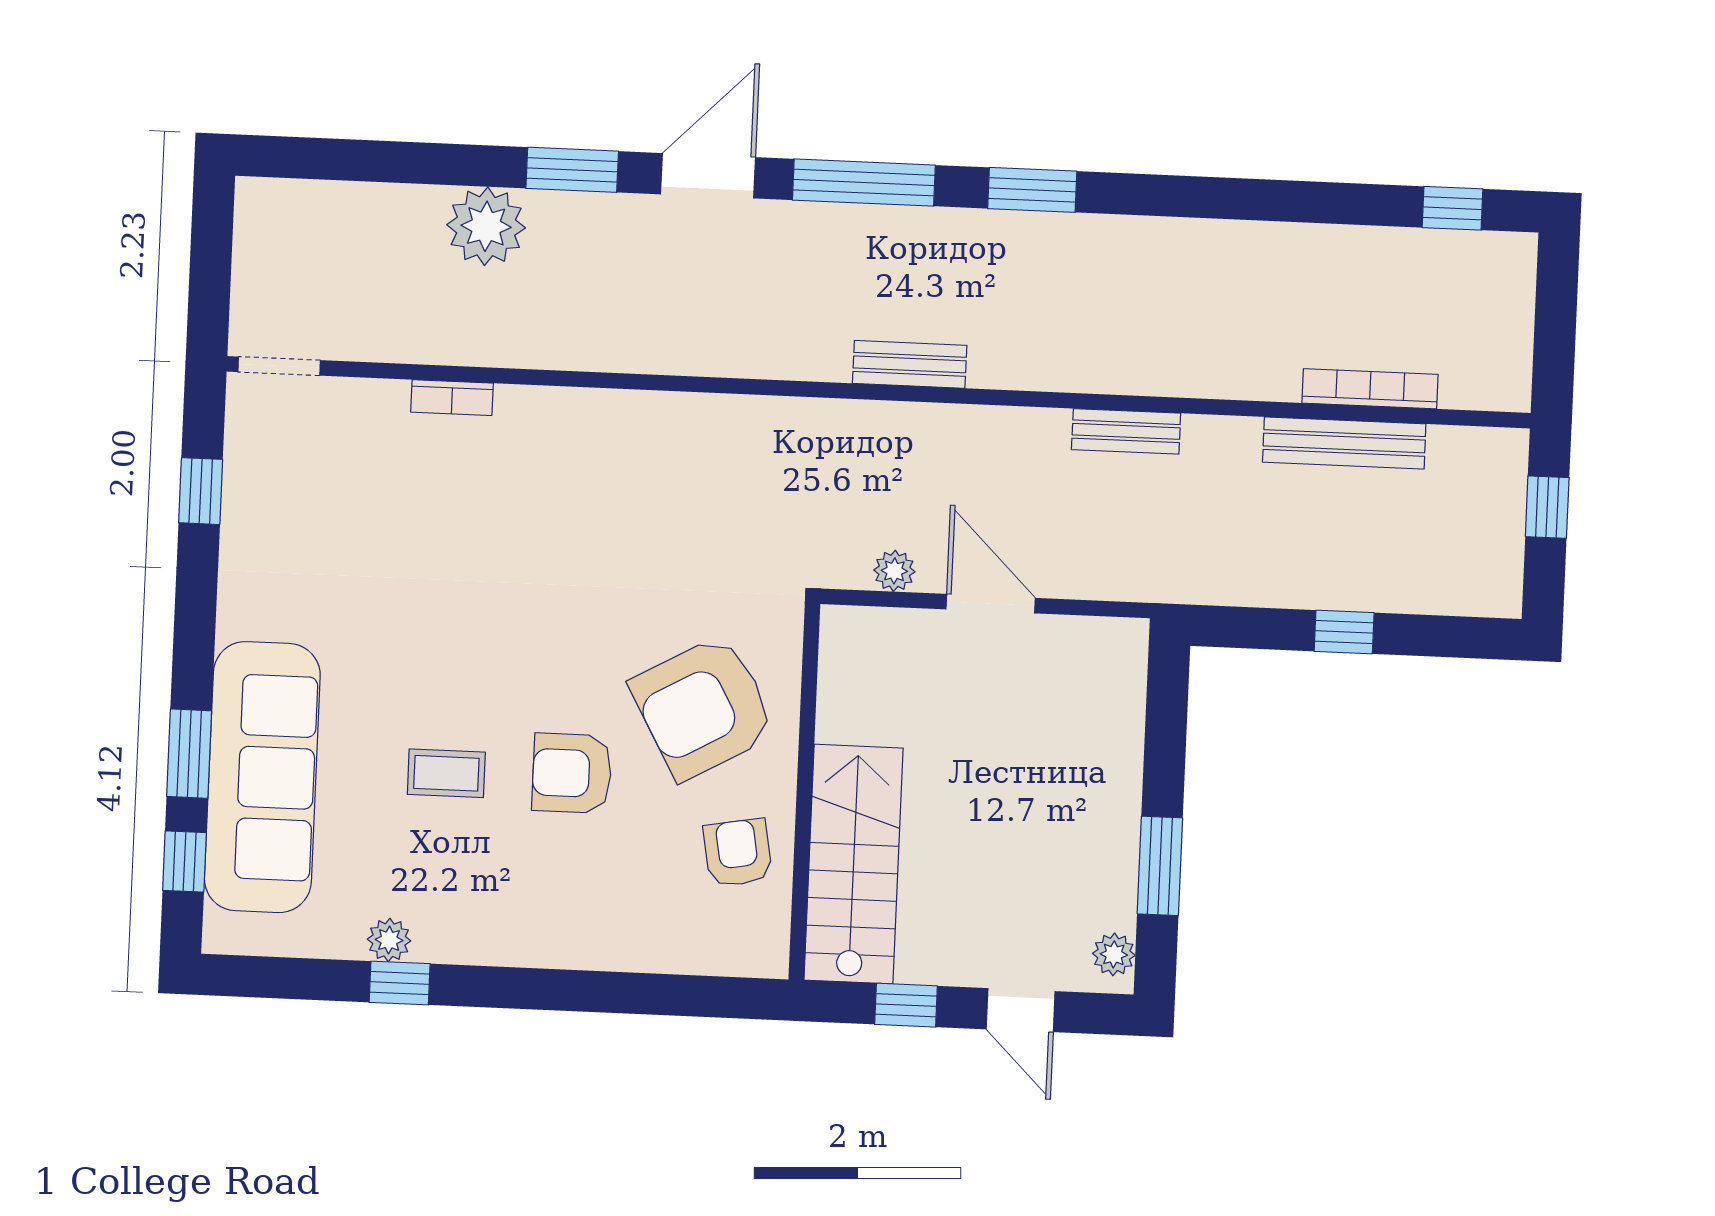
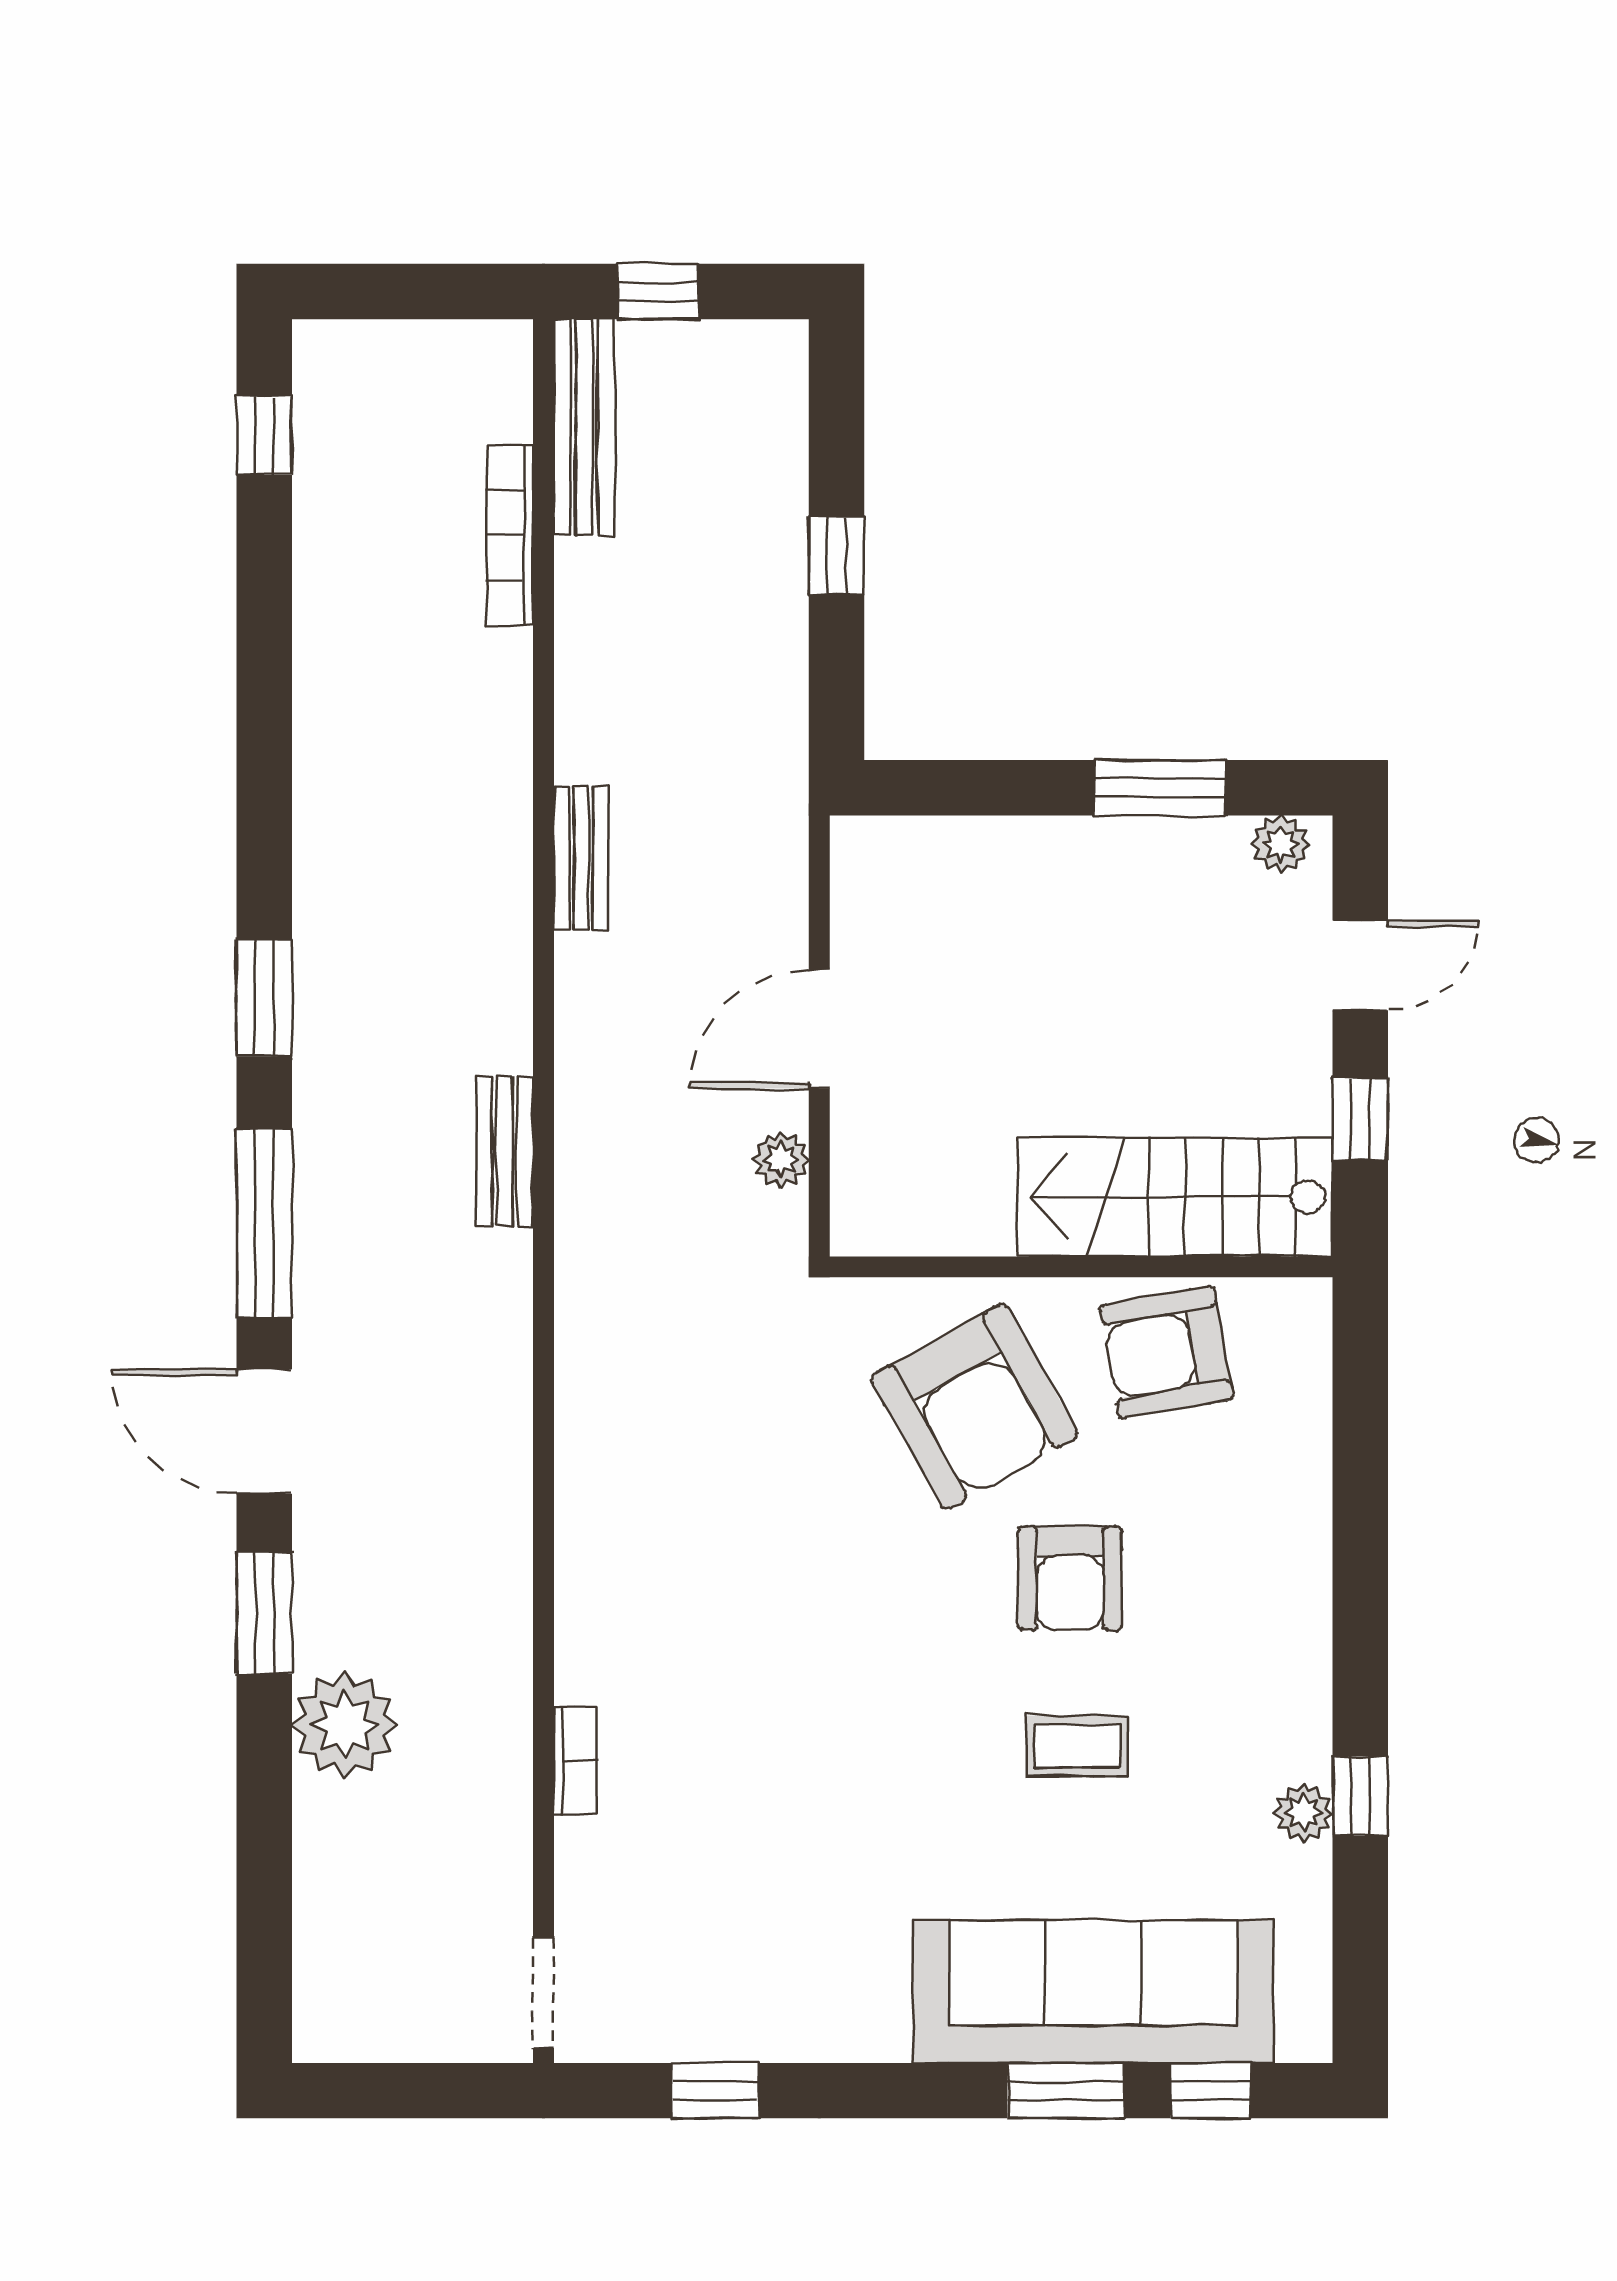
bench: (1344, 443) -> (584, 427), moved
coffee table: (446, 773) -> (1077, 1746), turned 90
armchair: (738, 853) -> (1167, 1352), width x1.38, depth x1.38

